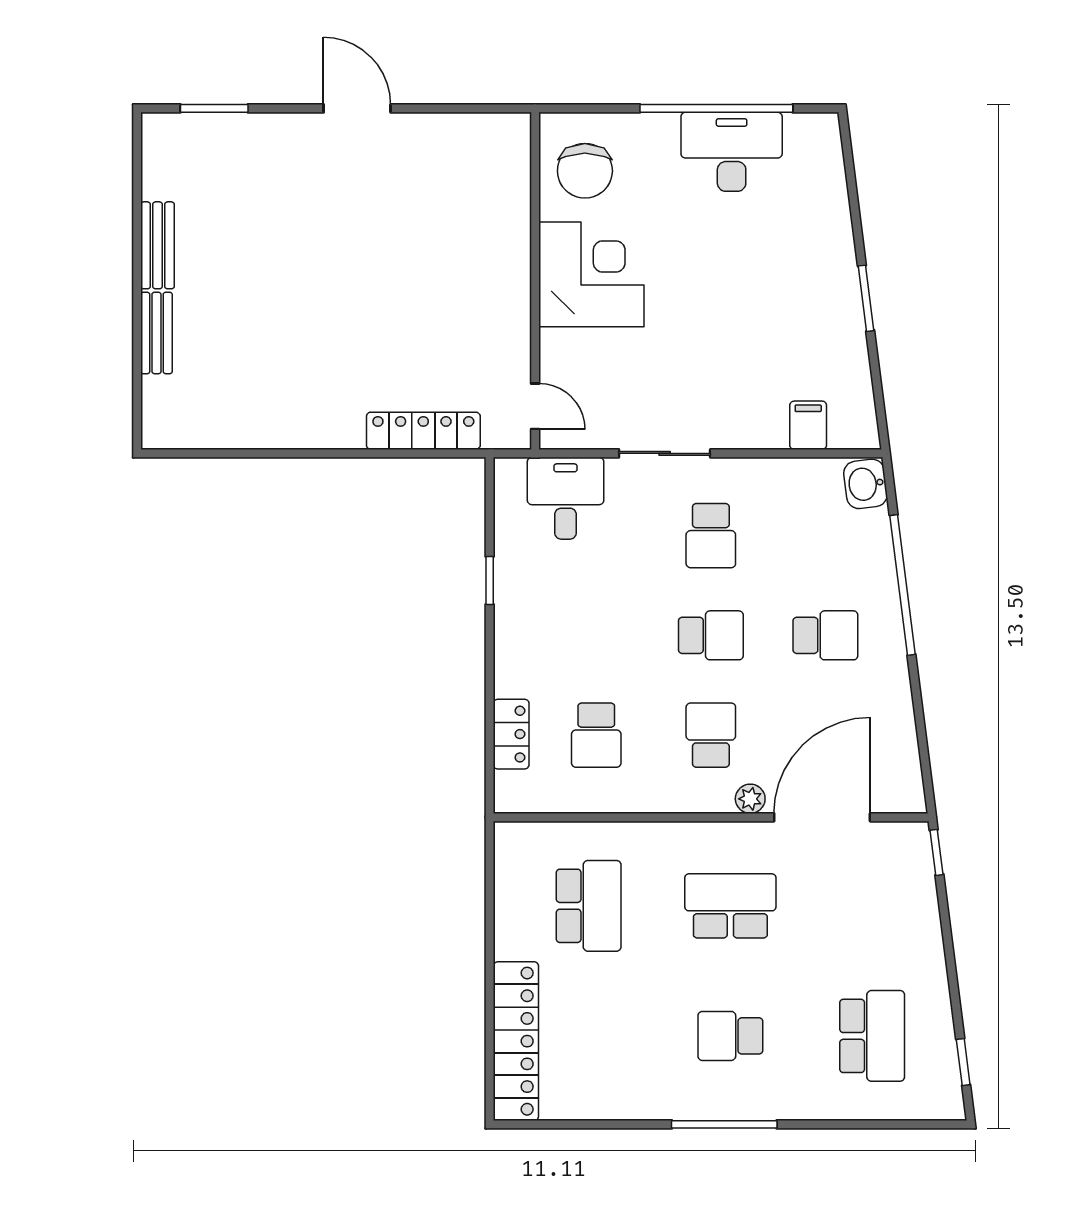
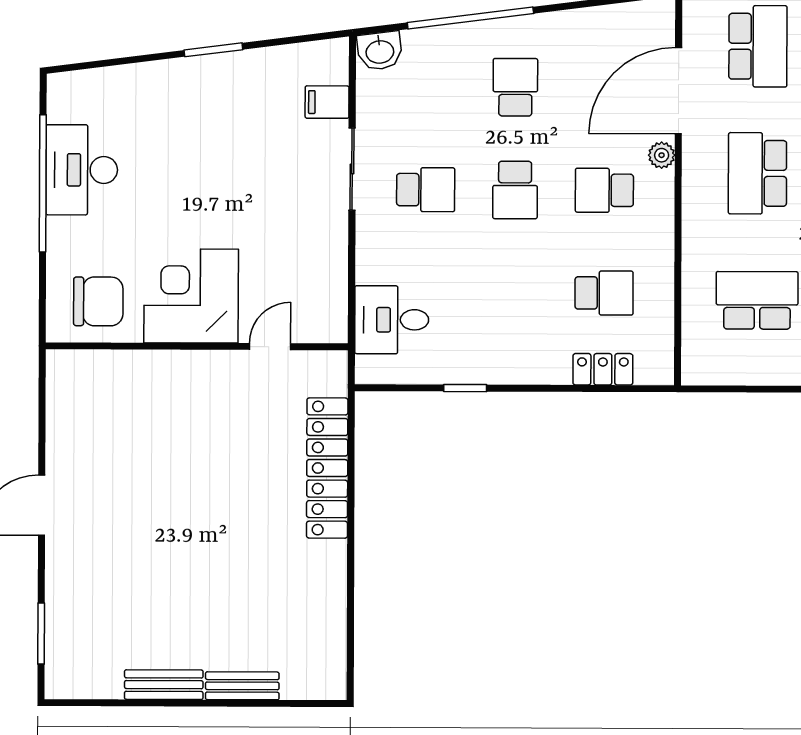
door: (535, 406) -> (270, 347), moved
locker: (423, 431) -> (327, 468), width x1.41, depth x1.21
sliding door: (665, 453) -> (352, 169), moved
school desk: (711, 635) -> (515, 190), turned 180
door: (822, 817) -> (678, 91), hinge flipped
school desk: (872, 906) -> (758, 46), added

